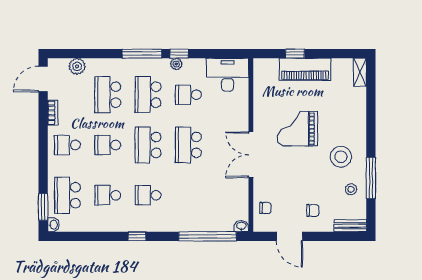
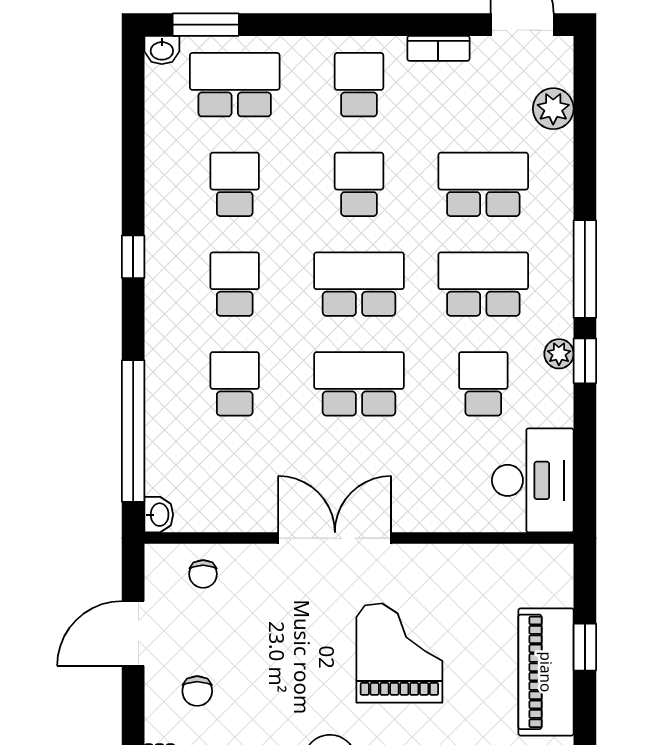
school desk: (188, 195) -> (235, 384), added

